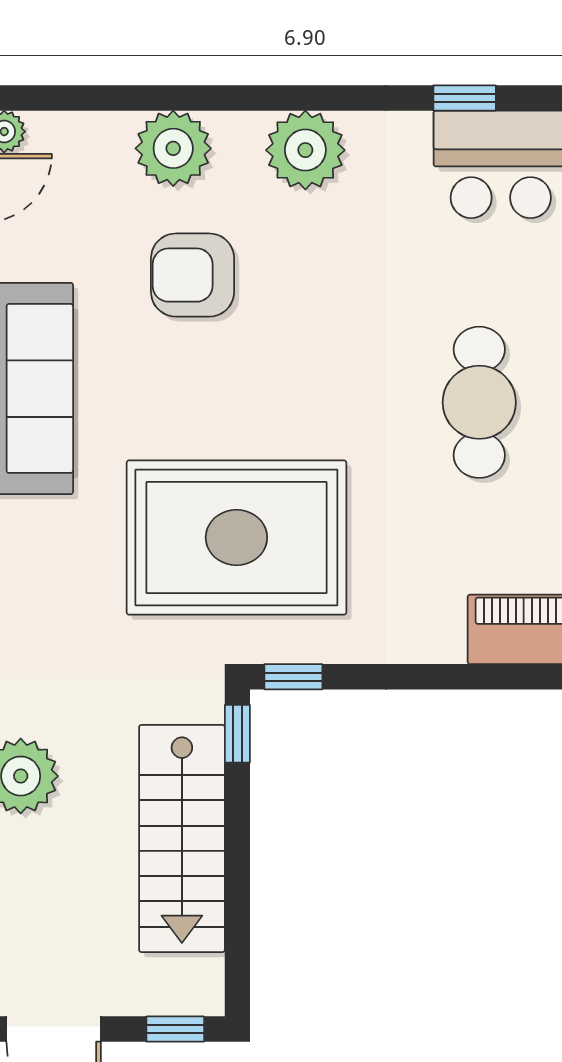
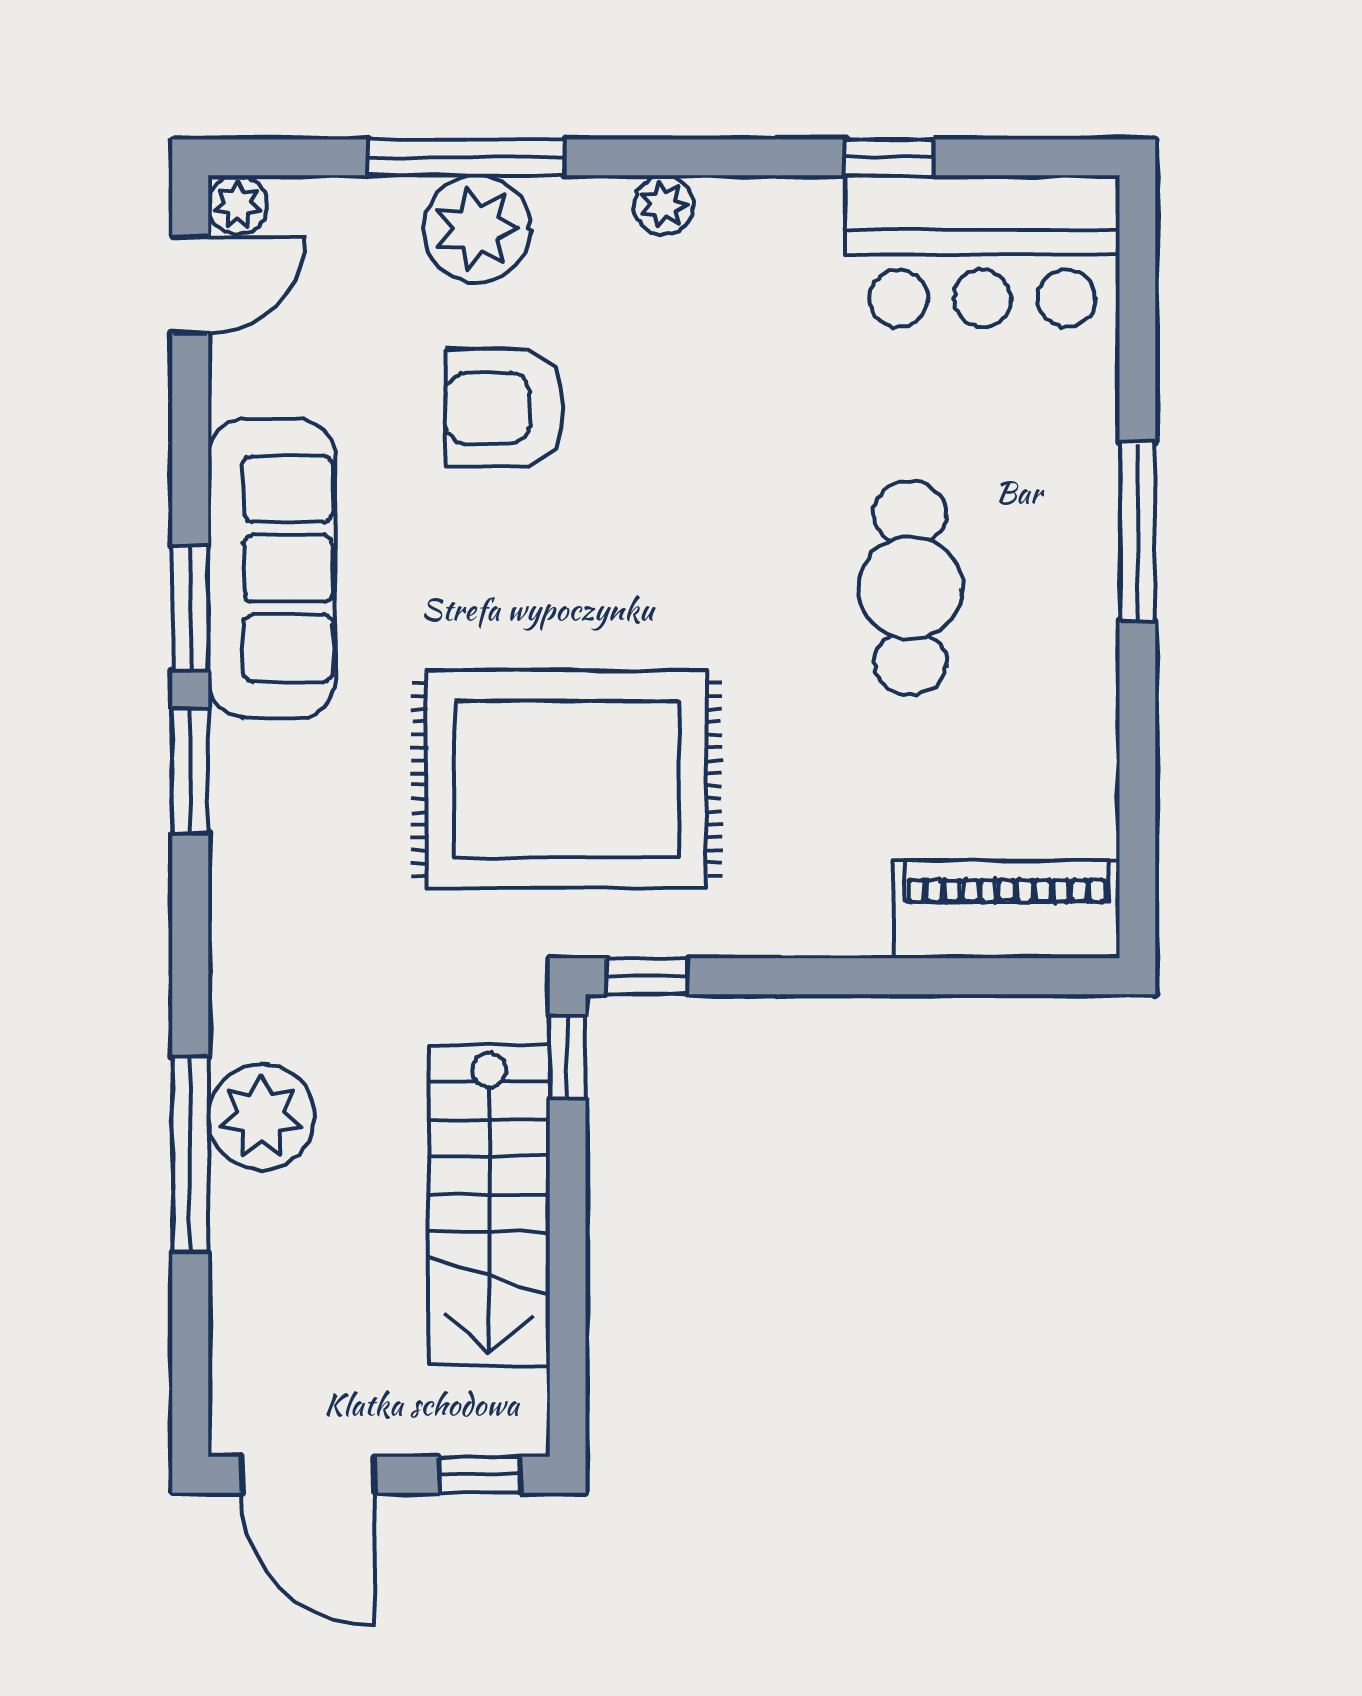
window: (166, 98) -> (466, 157), added
plant: (305, 150) -> (664, 205), width x0.53, depth x0.53

